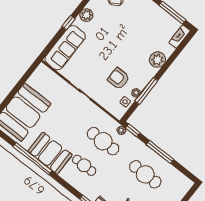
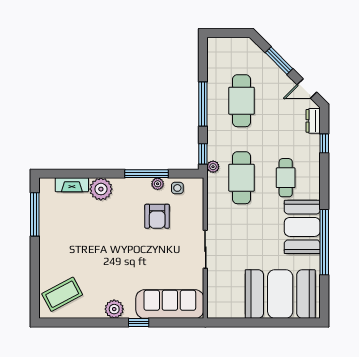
fireplace: (180, 37) -> (72, 185), moved

